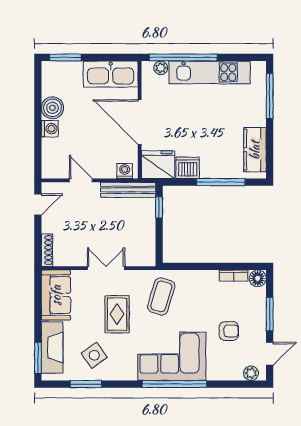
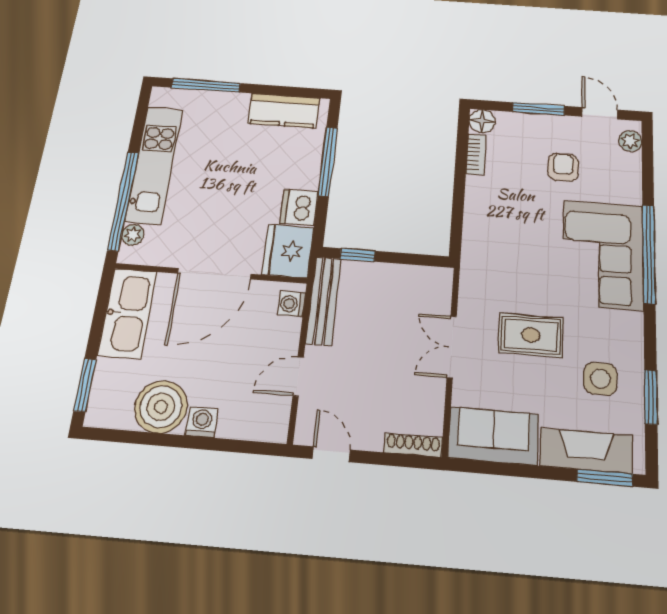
boiler: (52, 108) -> (161, 407), width x1.37, depth x1.37
coffee table: (161, 296) -> (504, 263), removed
side table: (94, 355) -> (600, 379), turned 36

